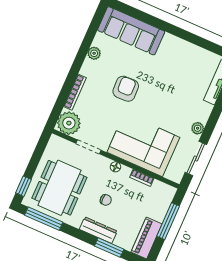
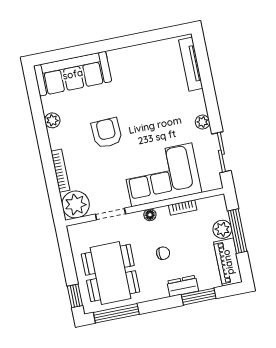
plant: (159, 212) -> (222, 229), added
dresser: (98, 230) -> (183, 286), width x0.70

